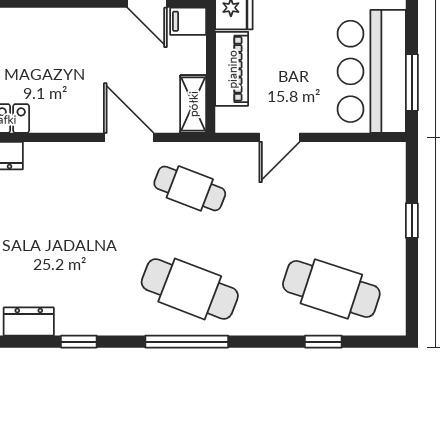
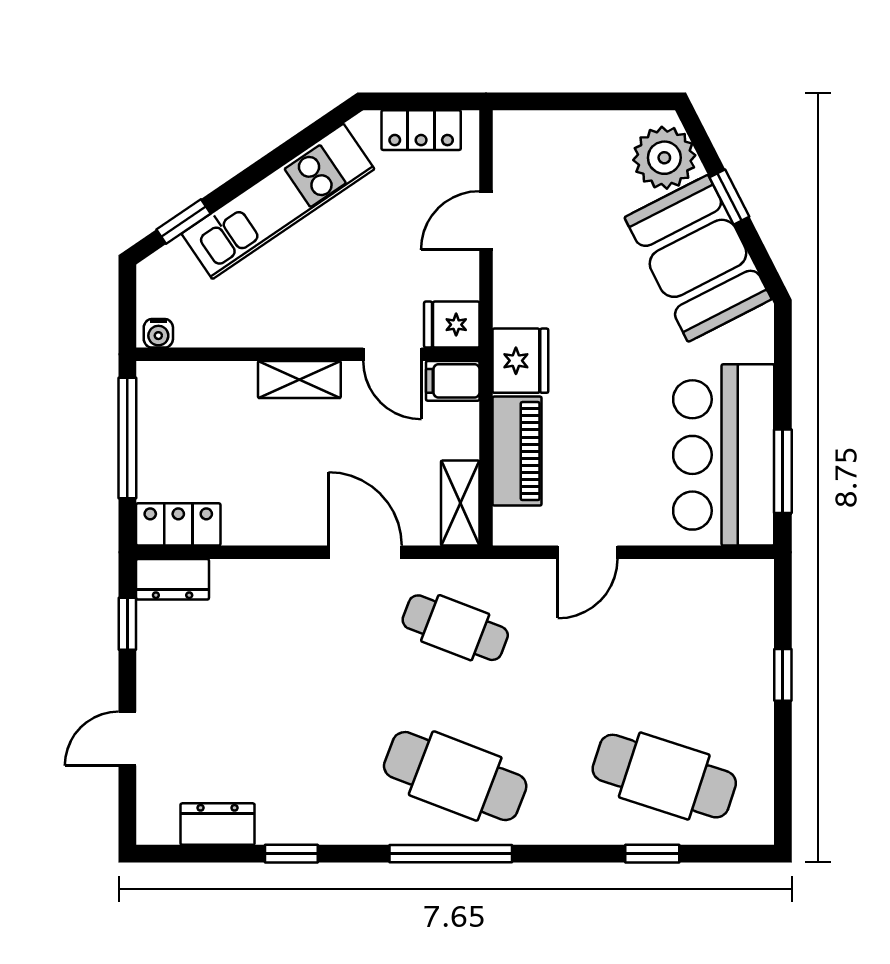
shelving: (84, 20) -> (299, 380), added

